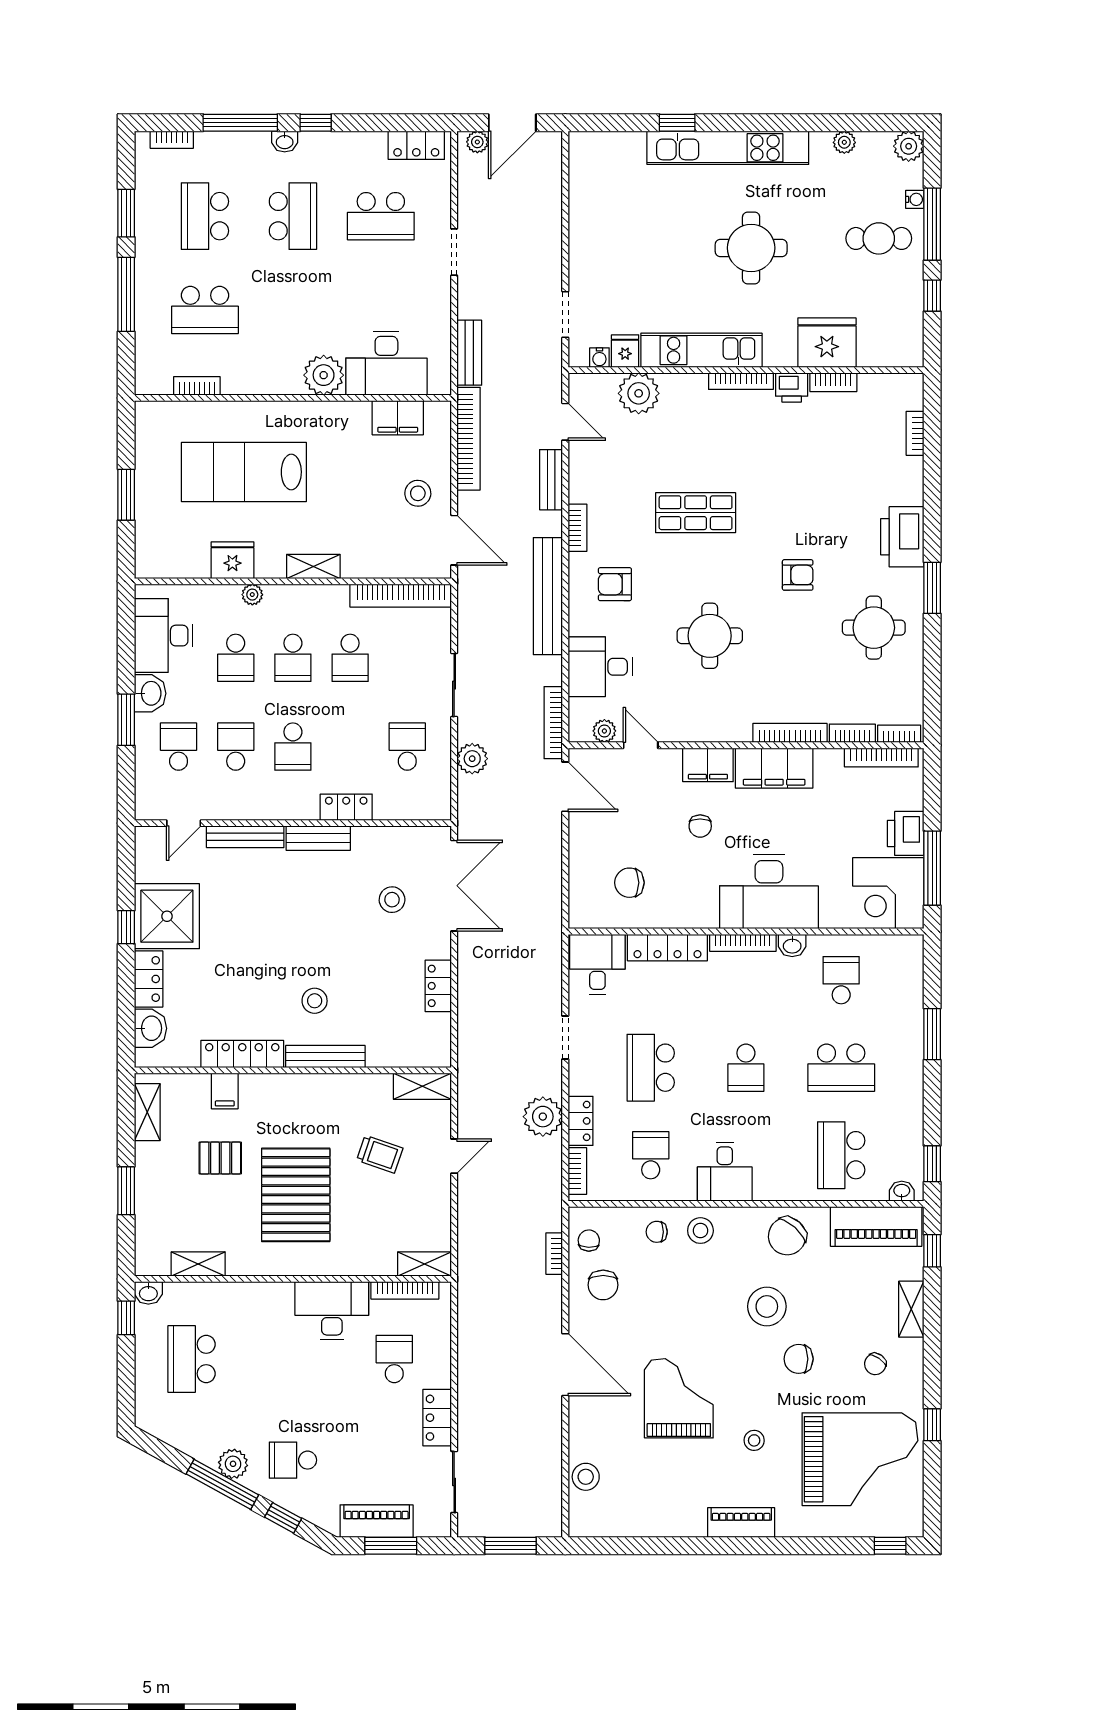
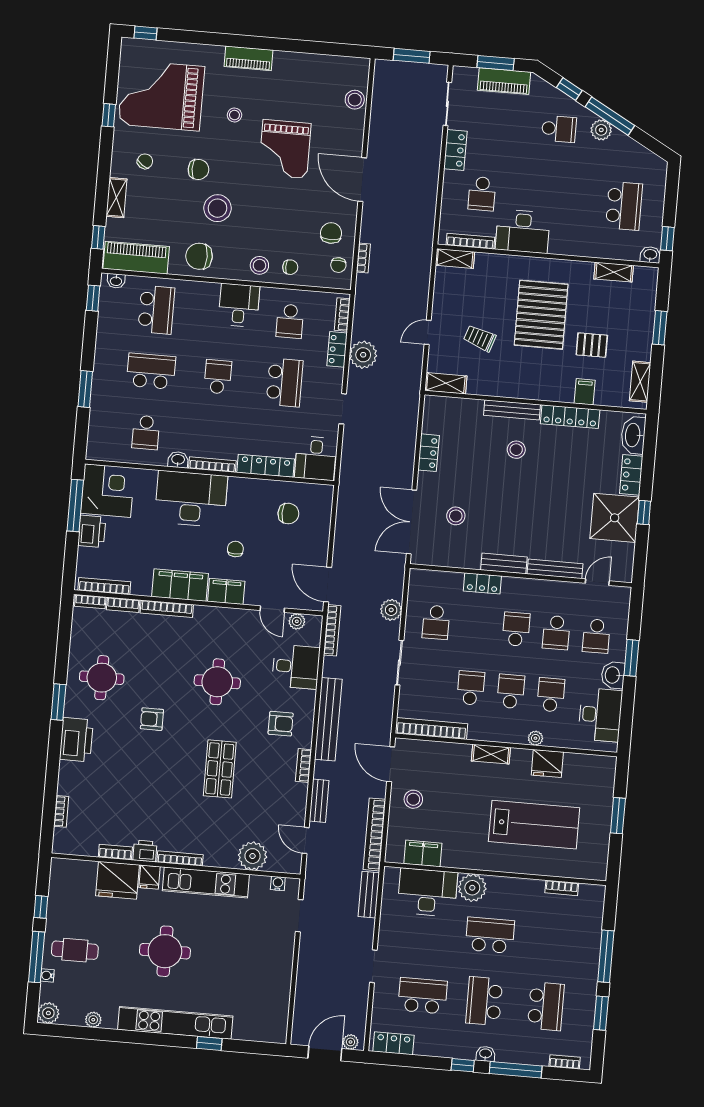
school desk: (205, 310) -> (490, 935), moved
fridge: (625, 351) -> (149, 877), moved
shop shelf: (696, 513) -> (220, 769), turned 90
washbasin: (151, 1028) -> (633, 435), width x1.38
chair: (787, 1236) -> (199, 256), turned -132

